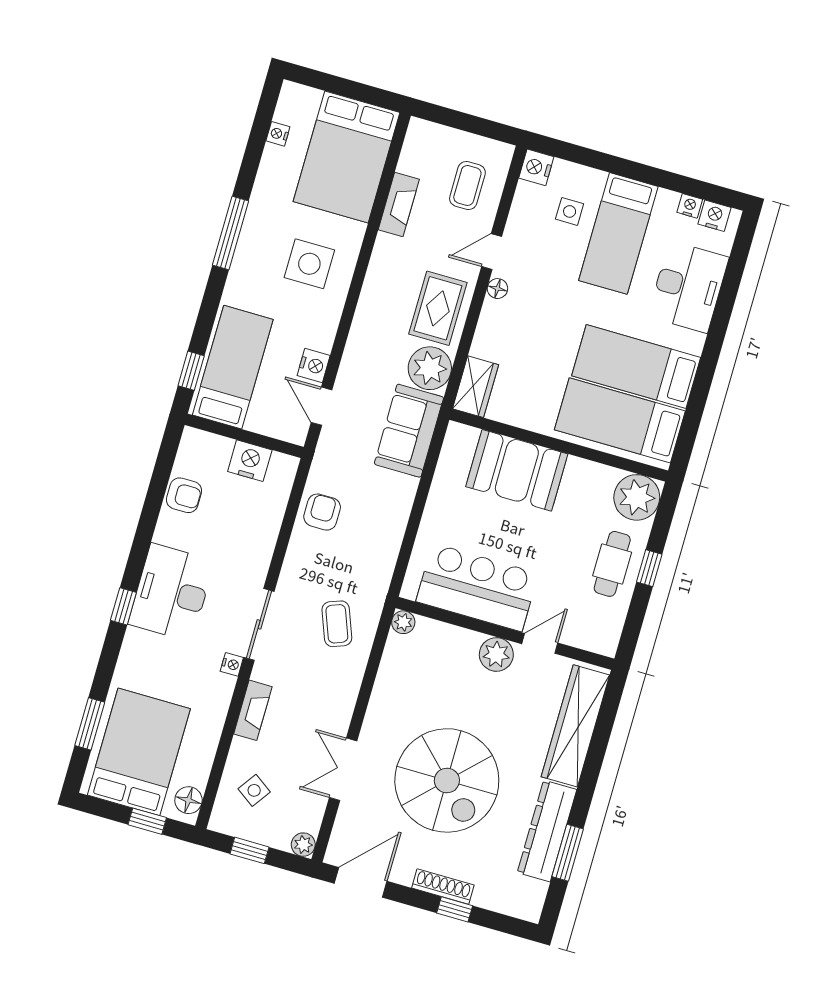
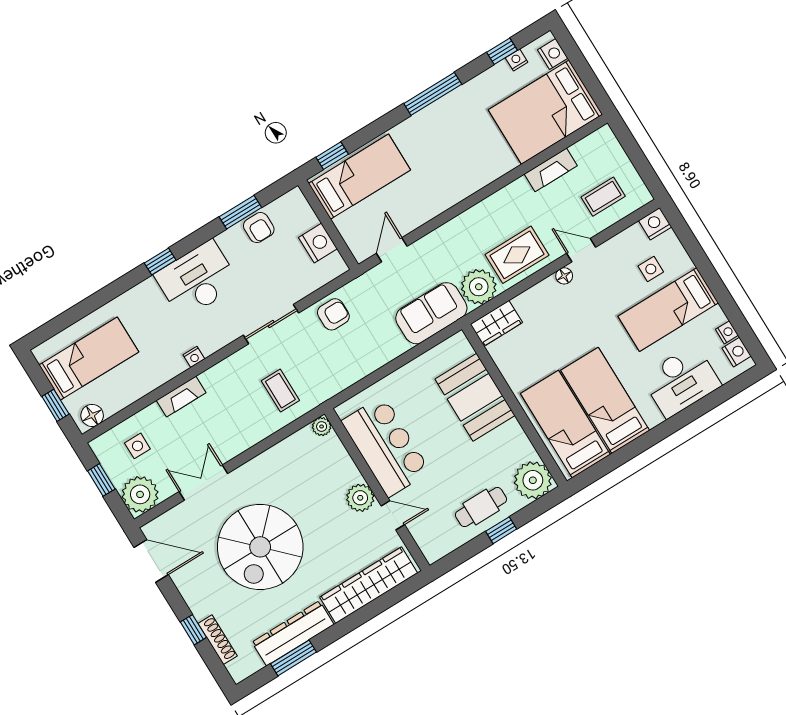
window: (258, 138) -> (502, 51), added
side table: (309, 264) -> (464, 156), removed
nightstand: (314, 365) -> (553, 54), moved, turned -90
sliding door: (259, 624) -> (271, 324), moved
coffee table: (337, 624) -> (280, 391), turned -69
window: (90, 724) -> (240, 212), moved
bed: (139, 752) -> (89, 358), width x0.67
side table: (254, 790) -> (137, 446), turned -35
plant: (303, 845) -> (140, 494), width x1.88, depth x1.88
shoe rack: (443, 886) -> (218, 640), moved

